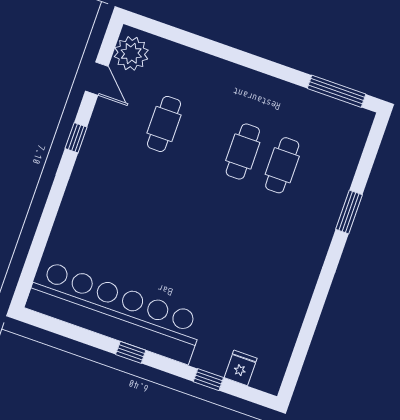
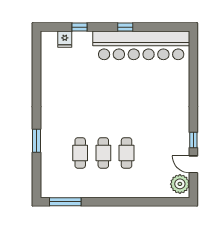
cafe table: (164, 124) -> (127, 153), moved
window: (76, 138) -> (193, 140), moved

